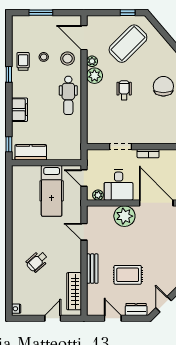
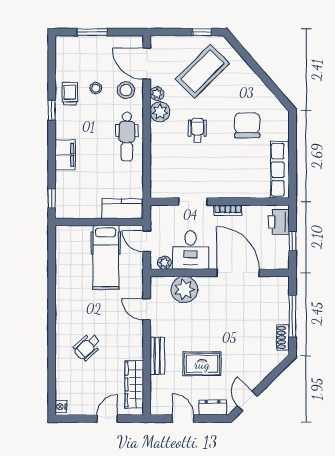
kitchen counter: (31, 152) -> (122, 209), moved
plant: (124, 216) -> (184, 289), moved

